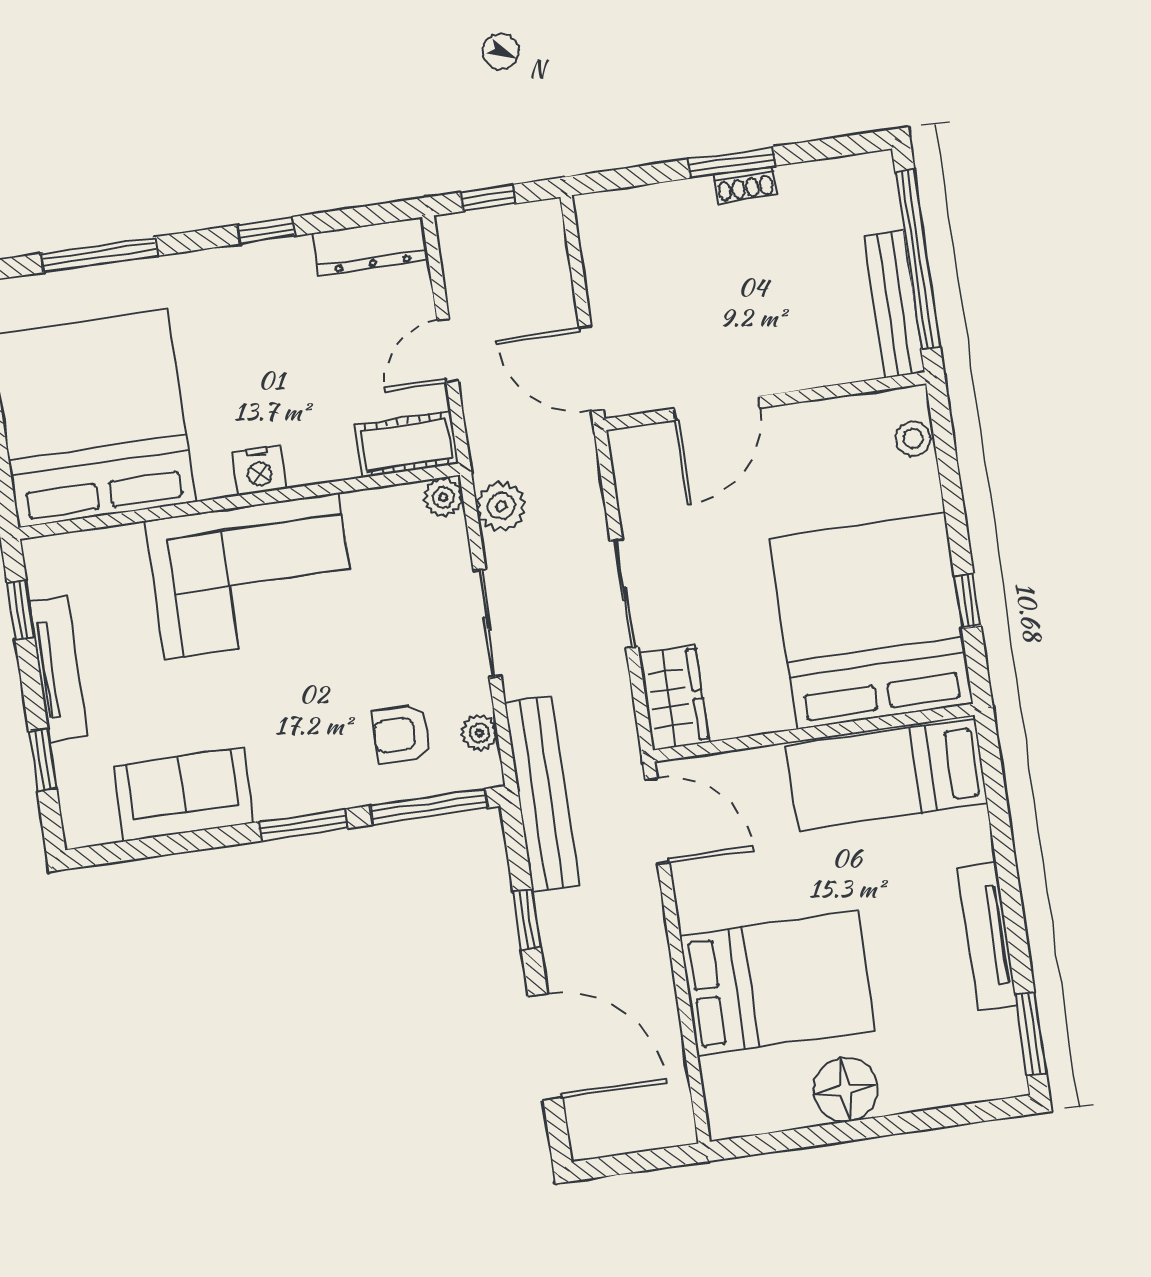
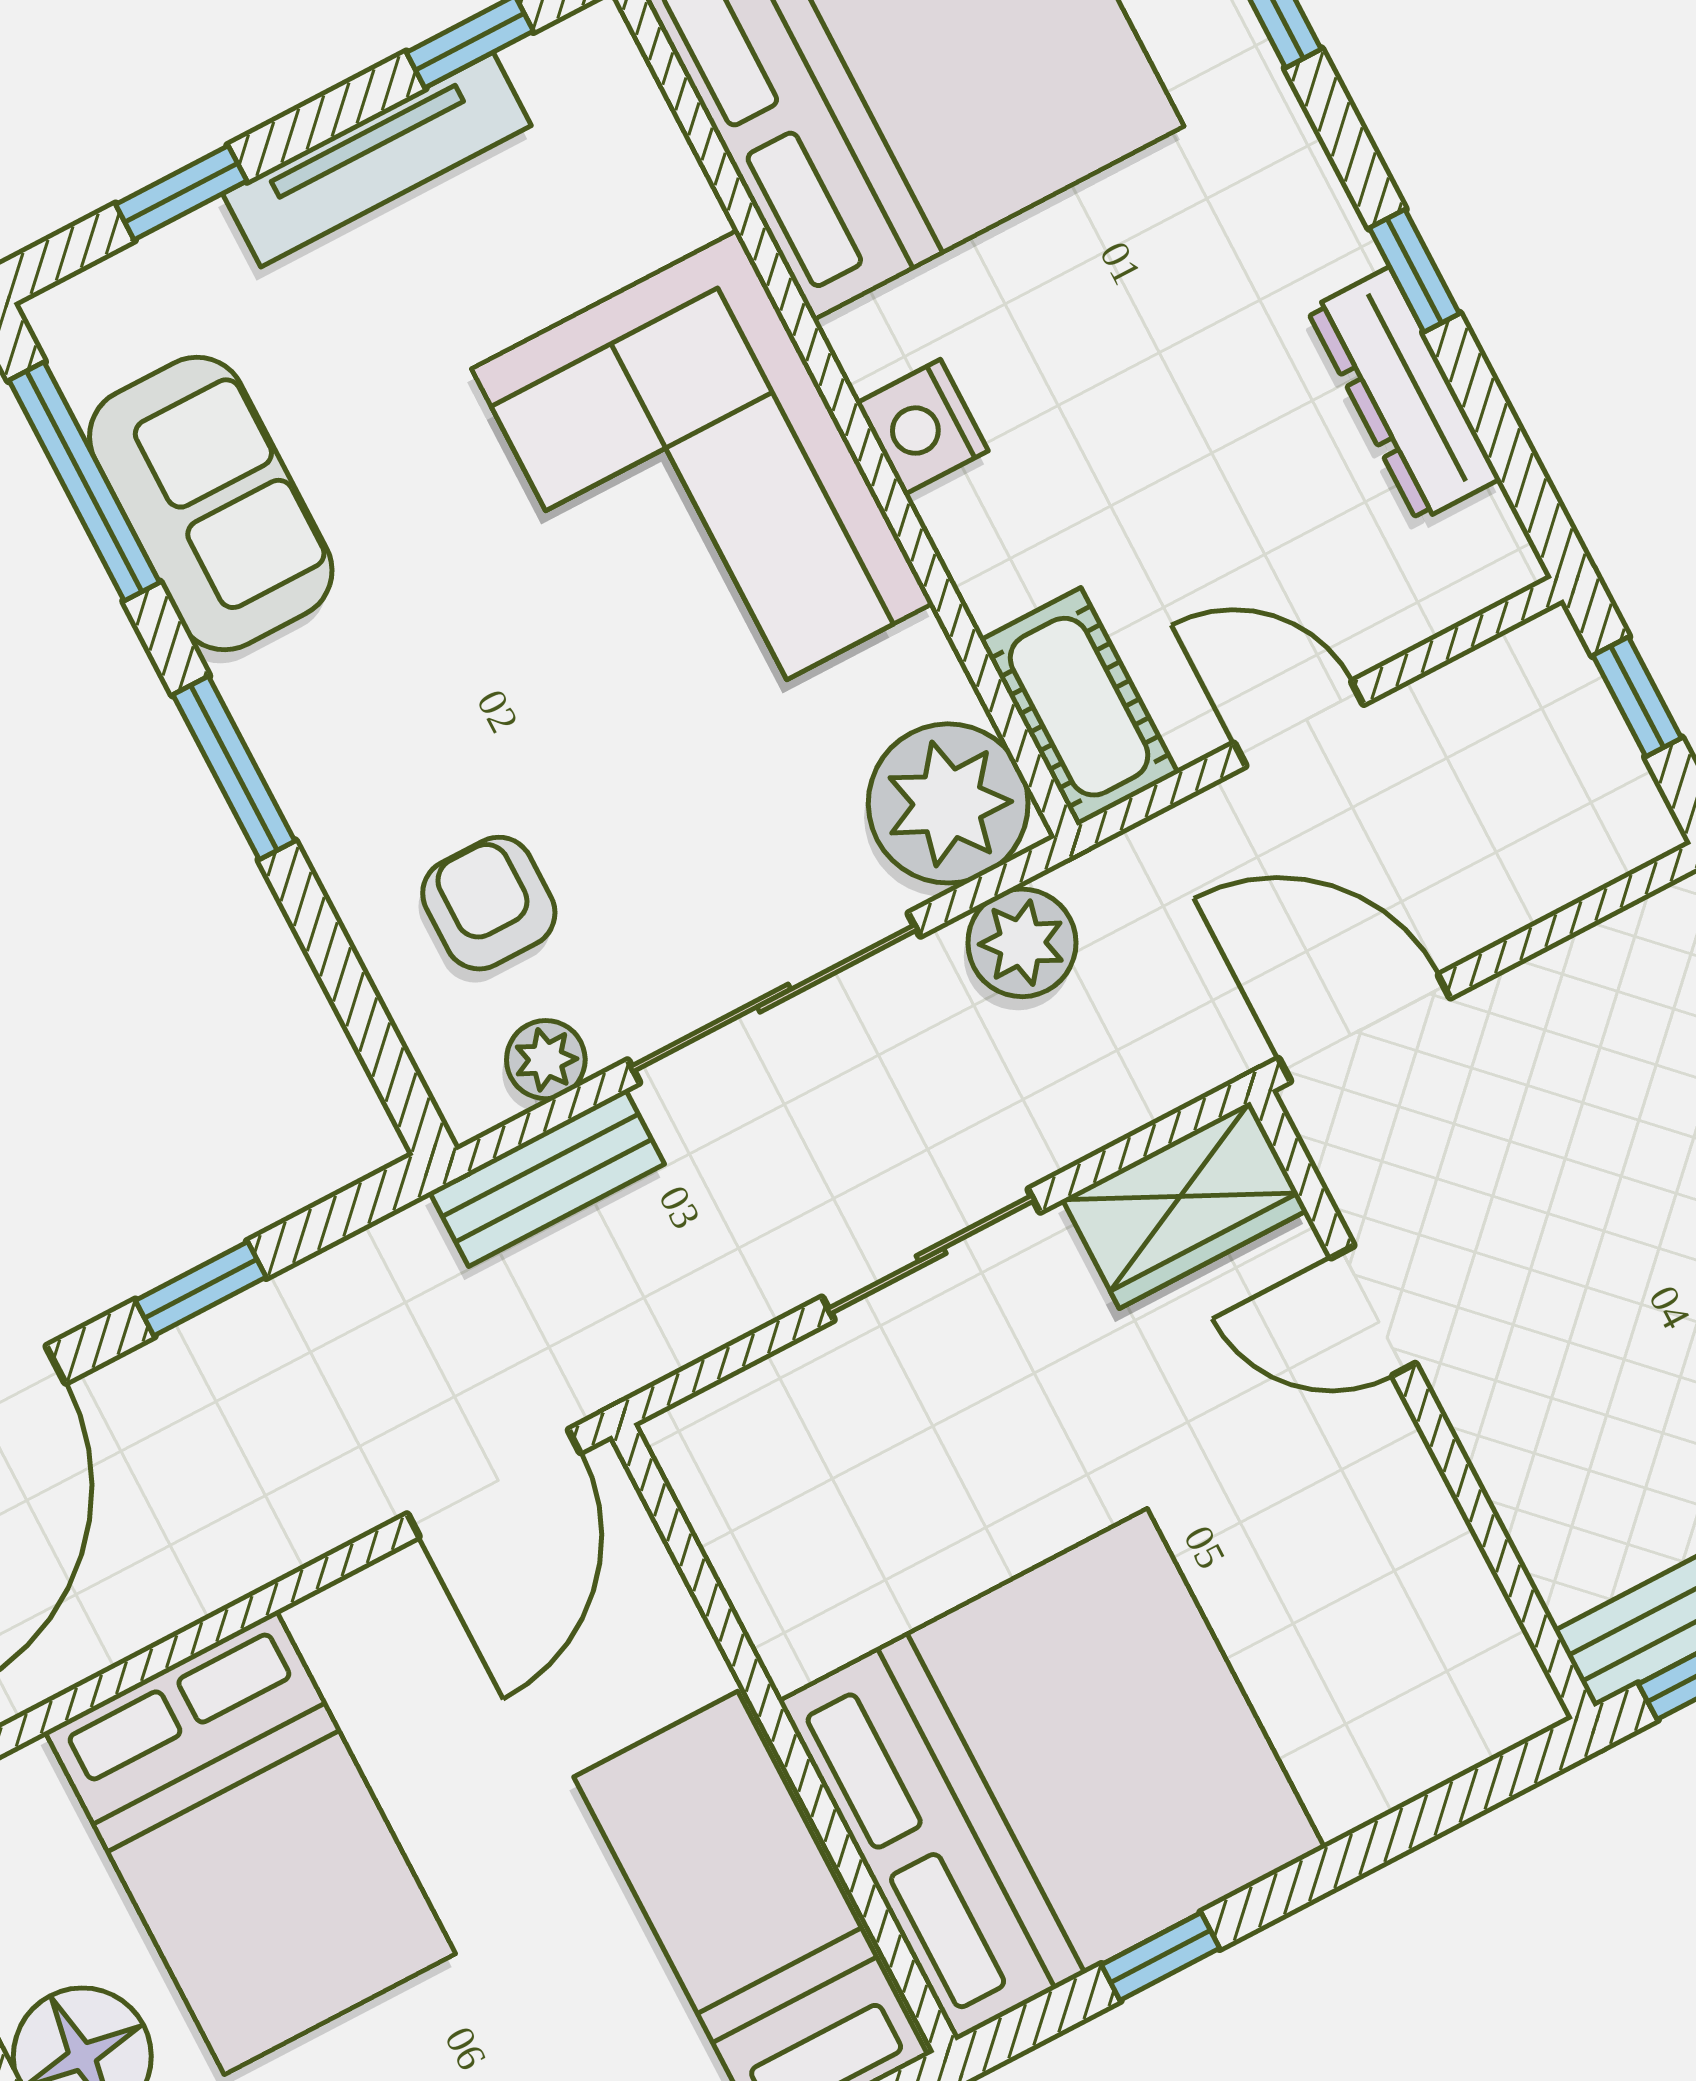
dresser: (370, 247) -> (1404, 394), moved
door: (591, 369) -> (1364, 1028), hinge flipped
door: (717, 408) -> (1373, 1311), width x0.73
stool: (913, 439) -> (1451, 1730), removed
plant: (443, 497) -> (948, 803), width x1.87, depth x1.87
sliding door: (487, 623) -> (774, 998), width x1.37
wardrobe: (674, 698) -> (1185, 1205), moved
bench: (542, 794) -> (547, 1178), width x0.54, depth x0.82
window: (429, 807) -> (84, 481), moved

